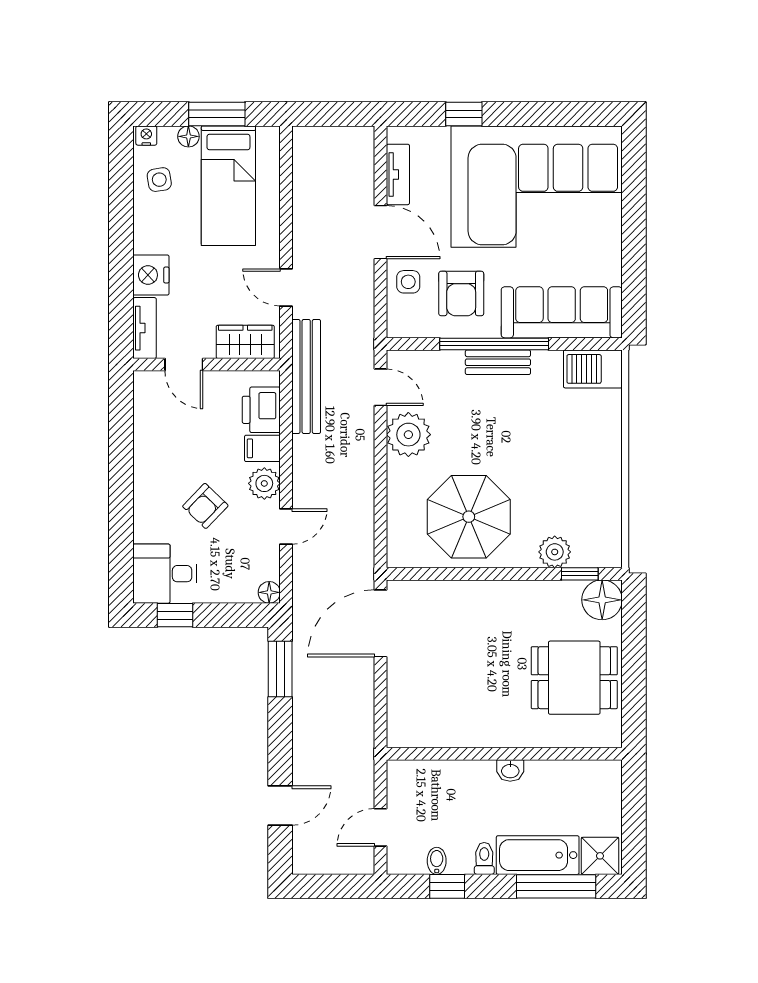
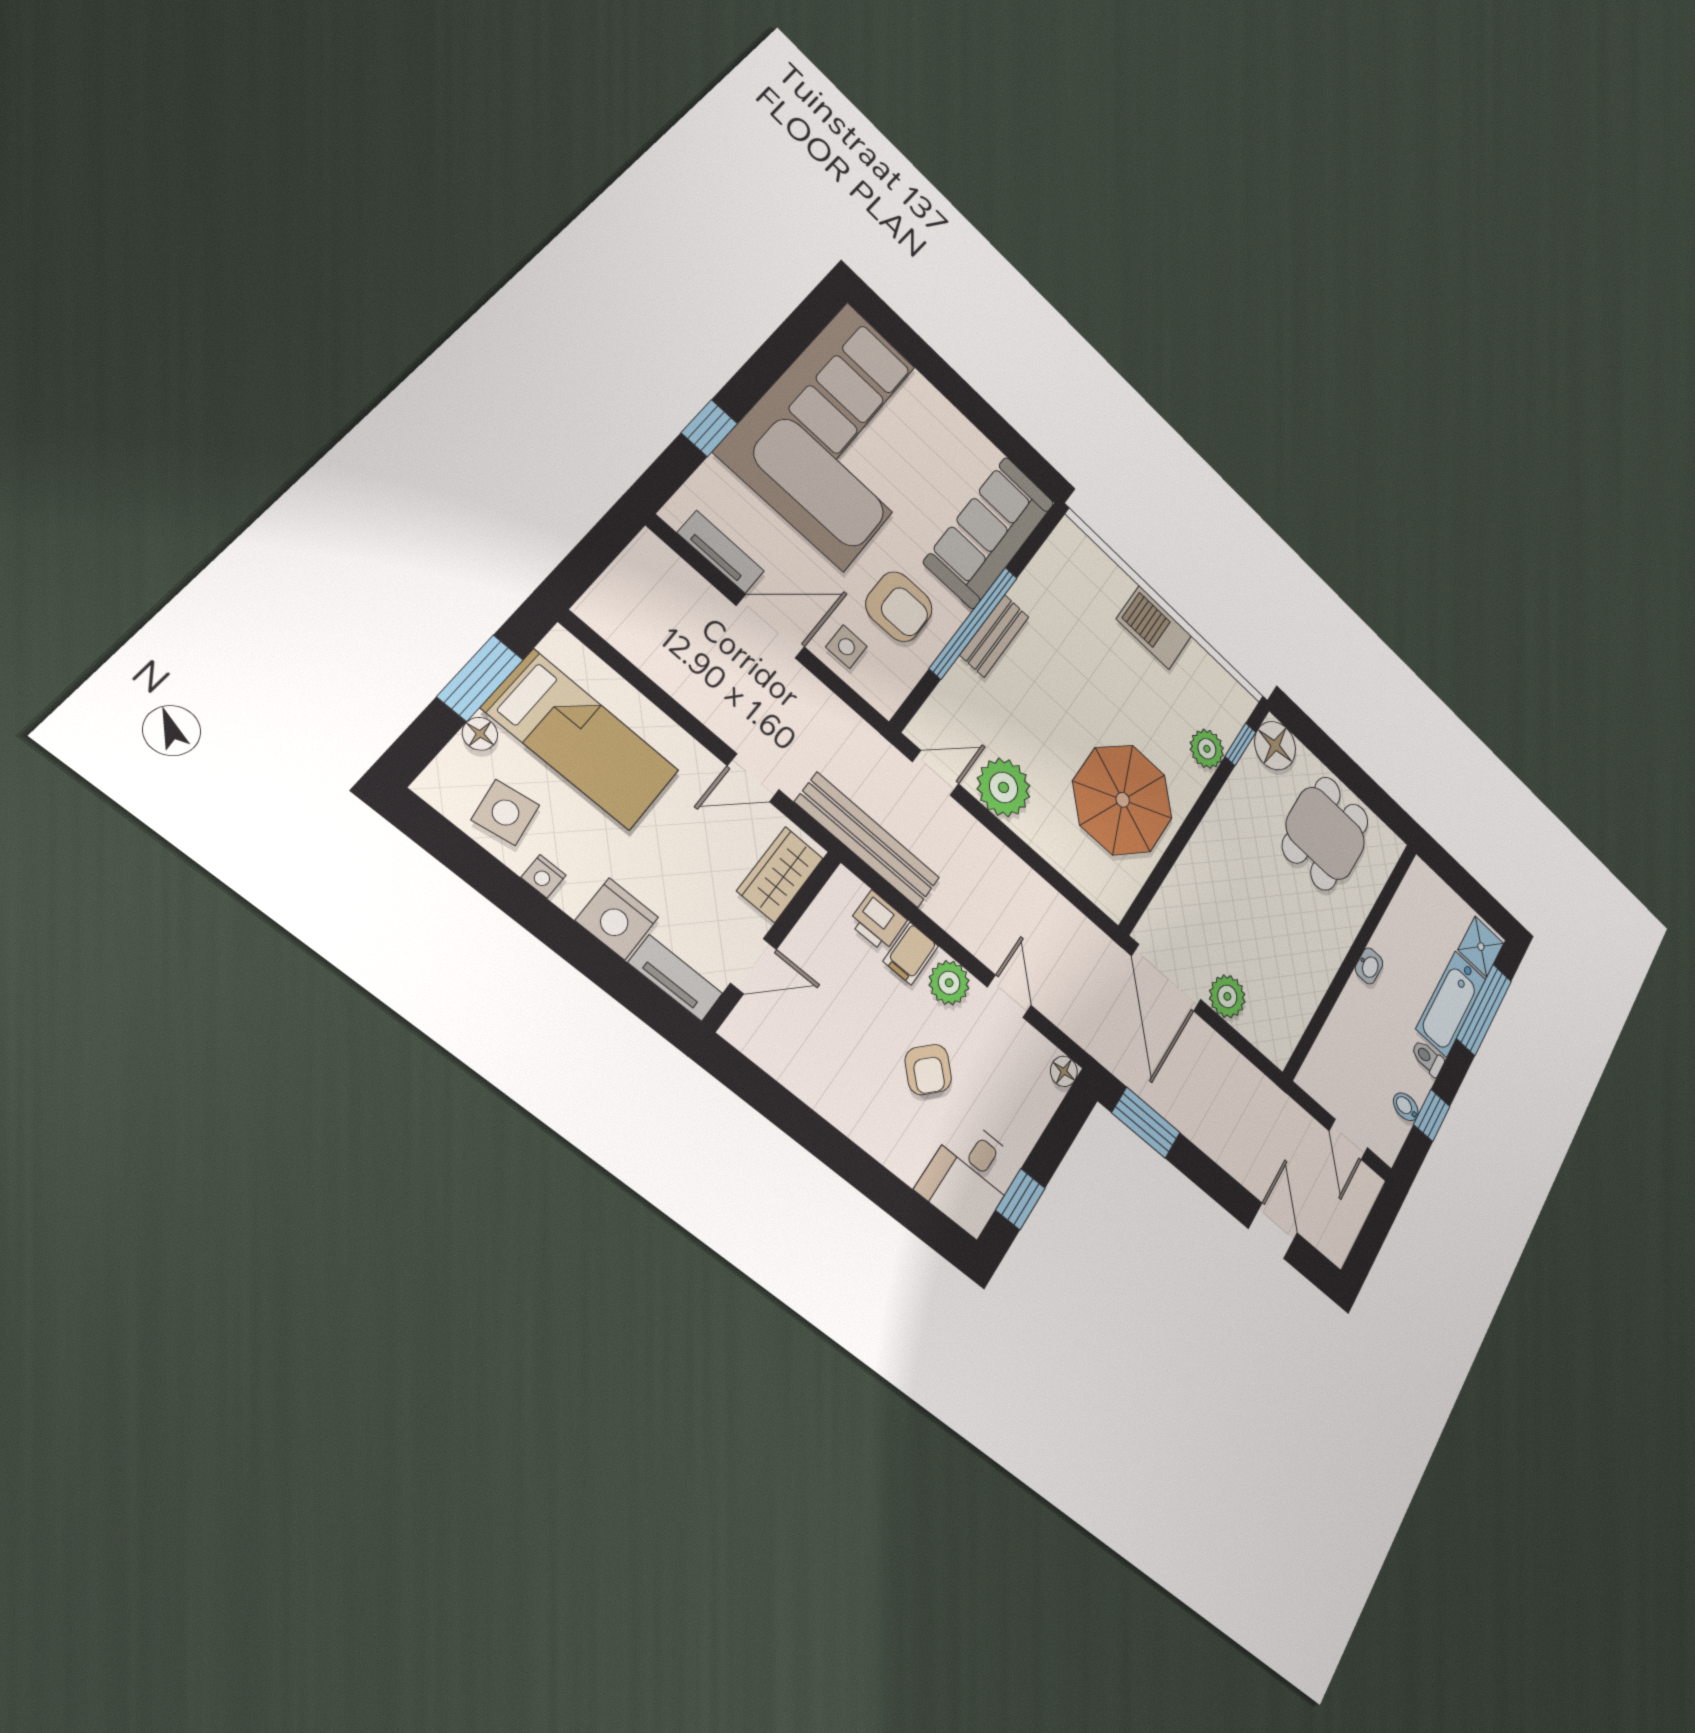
nightstand: (146, 136) -> (543, 876), moved, turned -90
side table: (159, 180) -> (505, 813), width x1.37, depth x1.37
barbecue: (593, 369) -> (1154, 628), moved, turned 90
printer: (261, 410) -> (878, 921), width x0.73, depth x0.81
plant: (403, 675) -> (1227, 996), added

